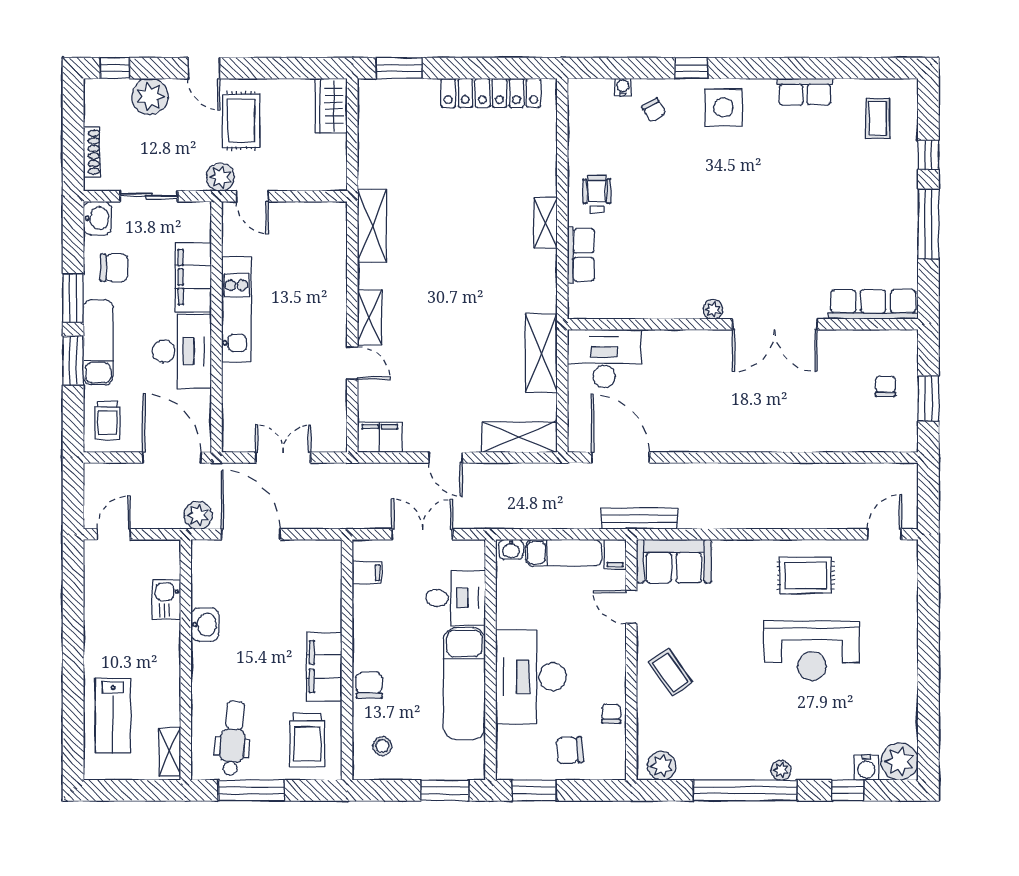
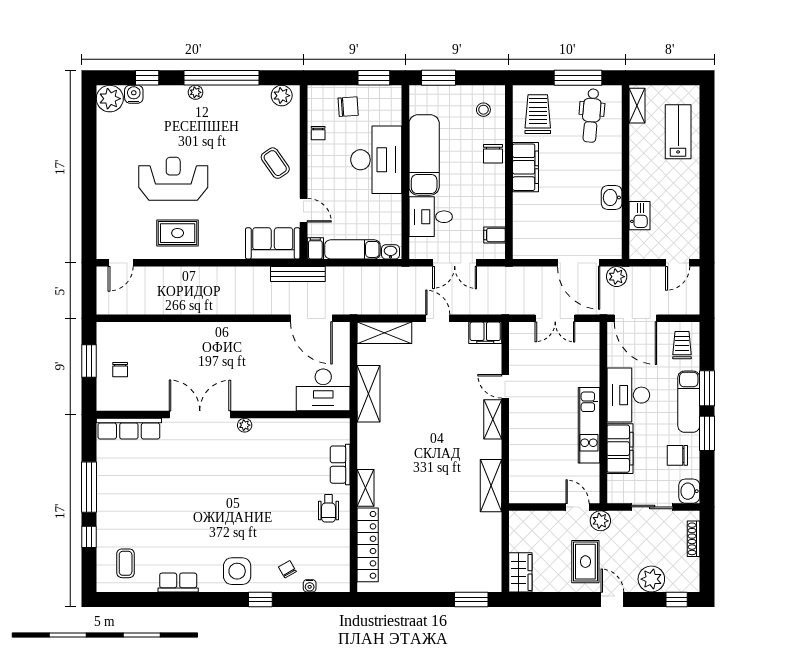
locker: (491, 93) -> (368, 545), moved, turned 90

